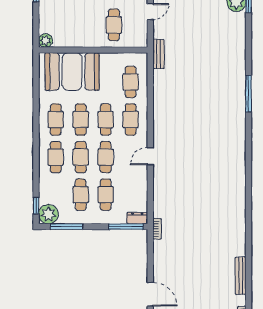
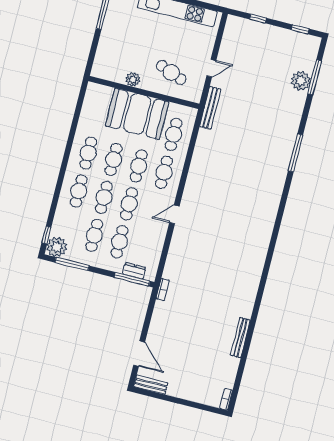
cafe table: (114, 25) -> (171, 72), turned -69
plant: (46, 41) -> (133, 80), moved
bench: (158, 54) -> (210, 108), width x1.36
booth: (72, 72) -> (137, 114), moved
window: (248, 94) -> (296, 153), moved
dresser: (137, 218) -> (134, 271), moved
bench: (241, 276) -> (240, 338), moved

